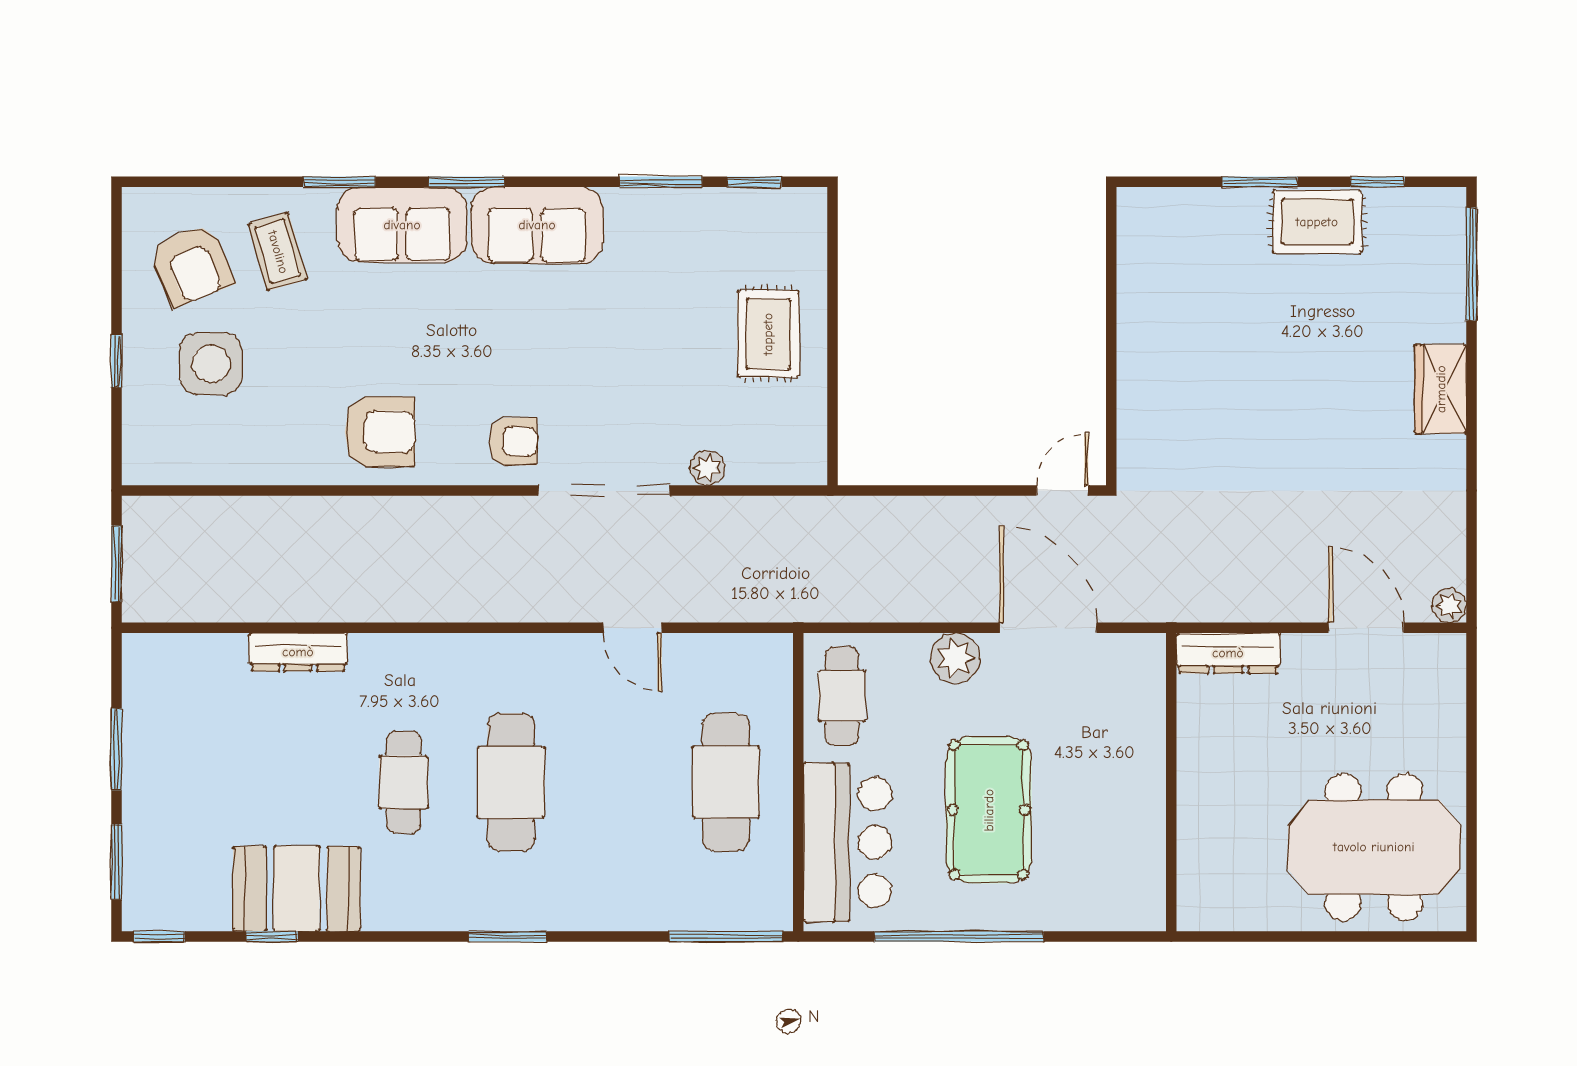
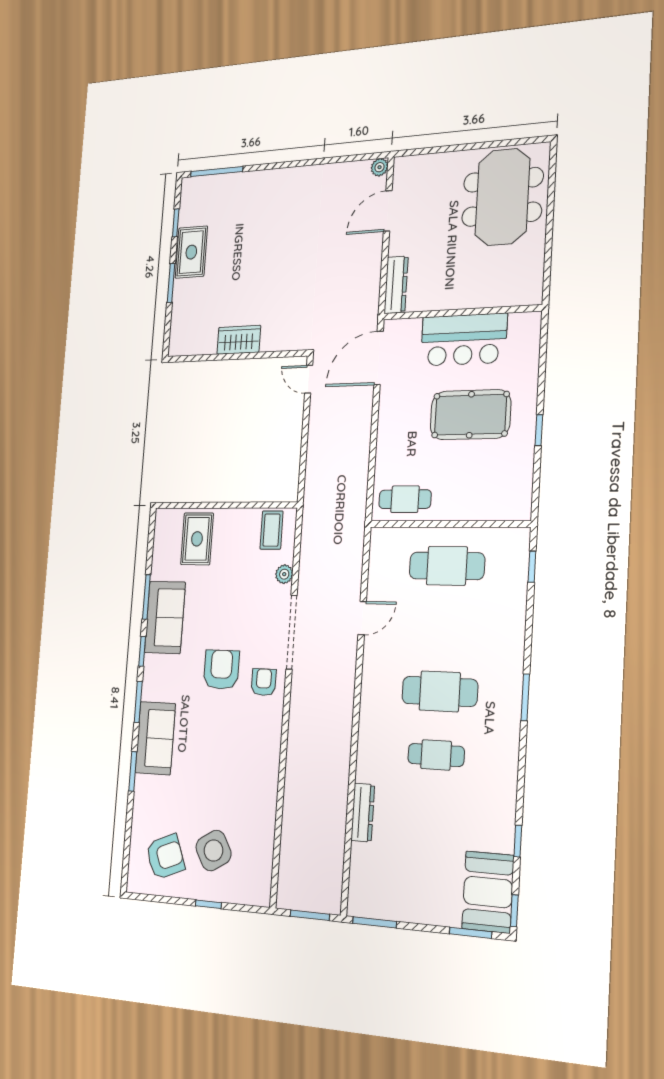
window: (754, 182) -> (142, 651), moved
sofa: (537, 225) -> (165, 617), moved
coffee table: (278, 252) -> (271, 530), moved, turned -74
rug: (768, 334) -> (197, 539), moved, turned 90
side table: (211, 364) -> (213, 850), turned -31
wardrobe: (1441, 389) -> (239, 340), moved, turned 180
armchair: (380, 432) -> (221, 670), moved
door: (1048, 628) -> (379, 358), moved
plant: (955, 658) -> (389, 436), removed
window: (116, 749) -> (375, 922), moved
bar counter: (847, 842) -> (464, 340), moved, turned 180
booth: (297, 889) -> (488, 892), moved
window: (726, 937) -> (532, 567), width x0.46
window: (959, 937) -> (539, 430), width x0.32

